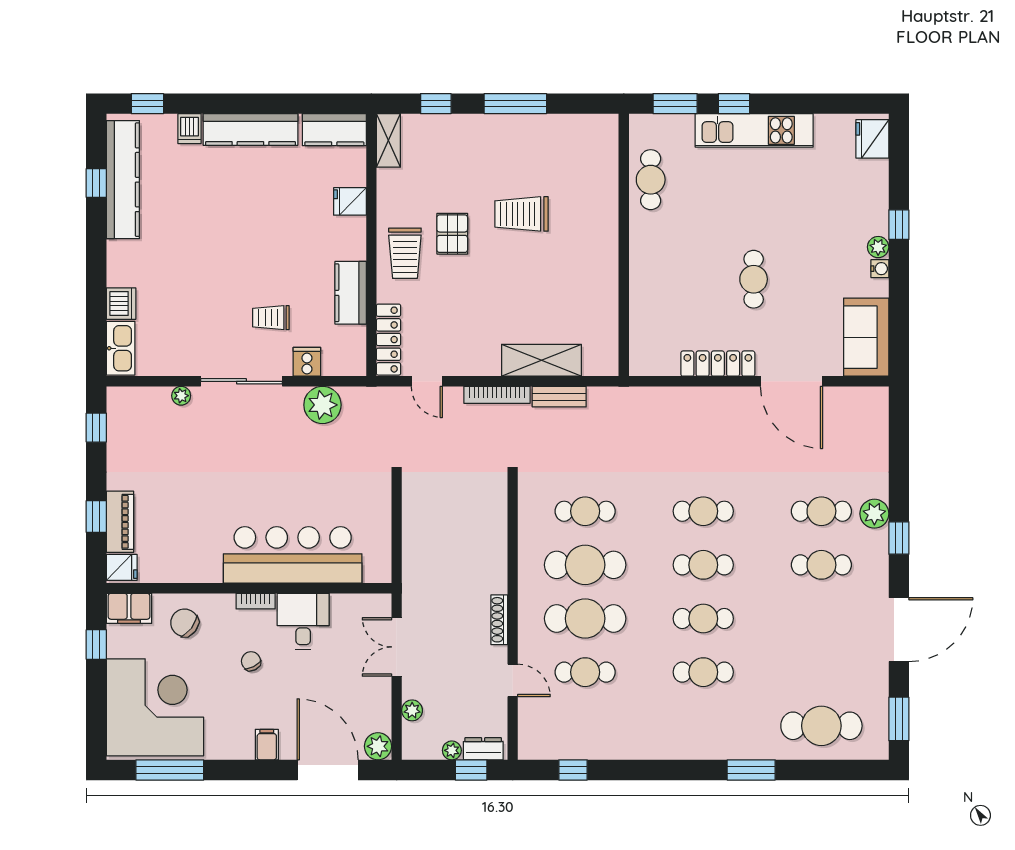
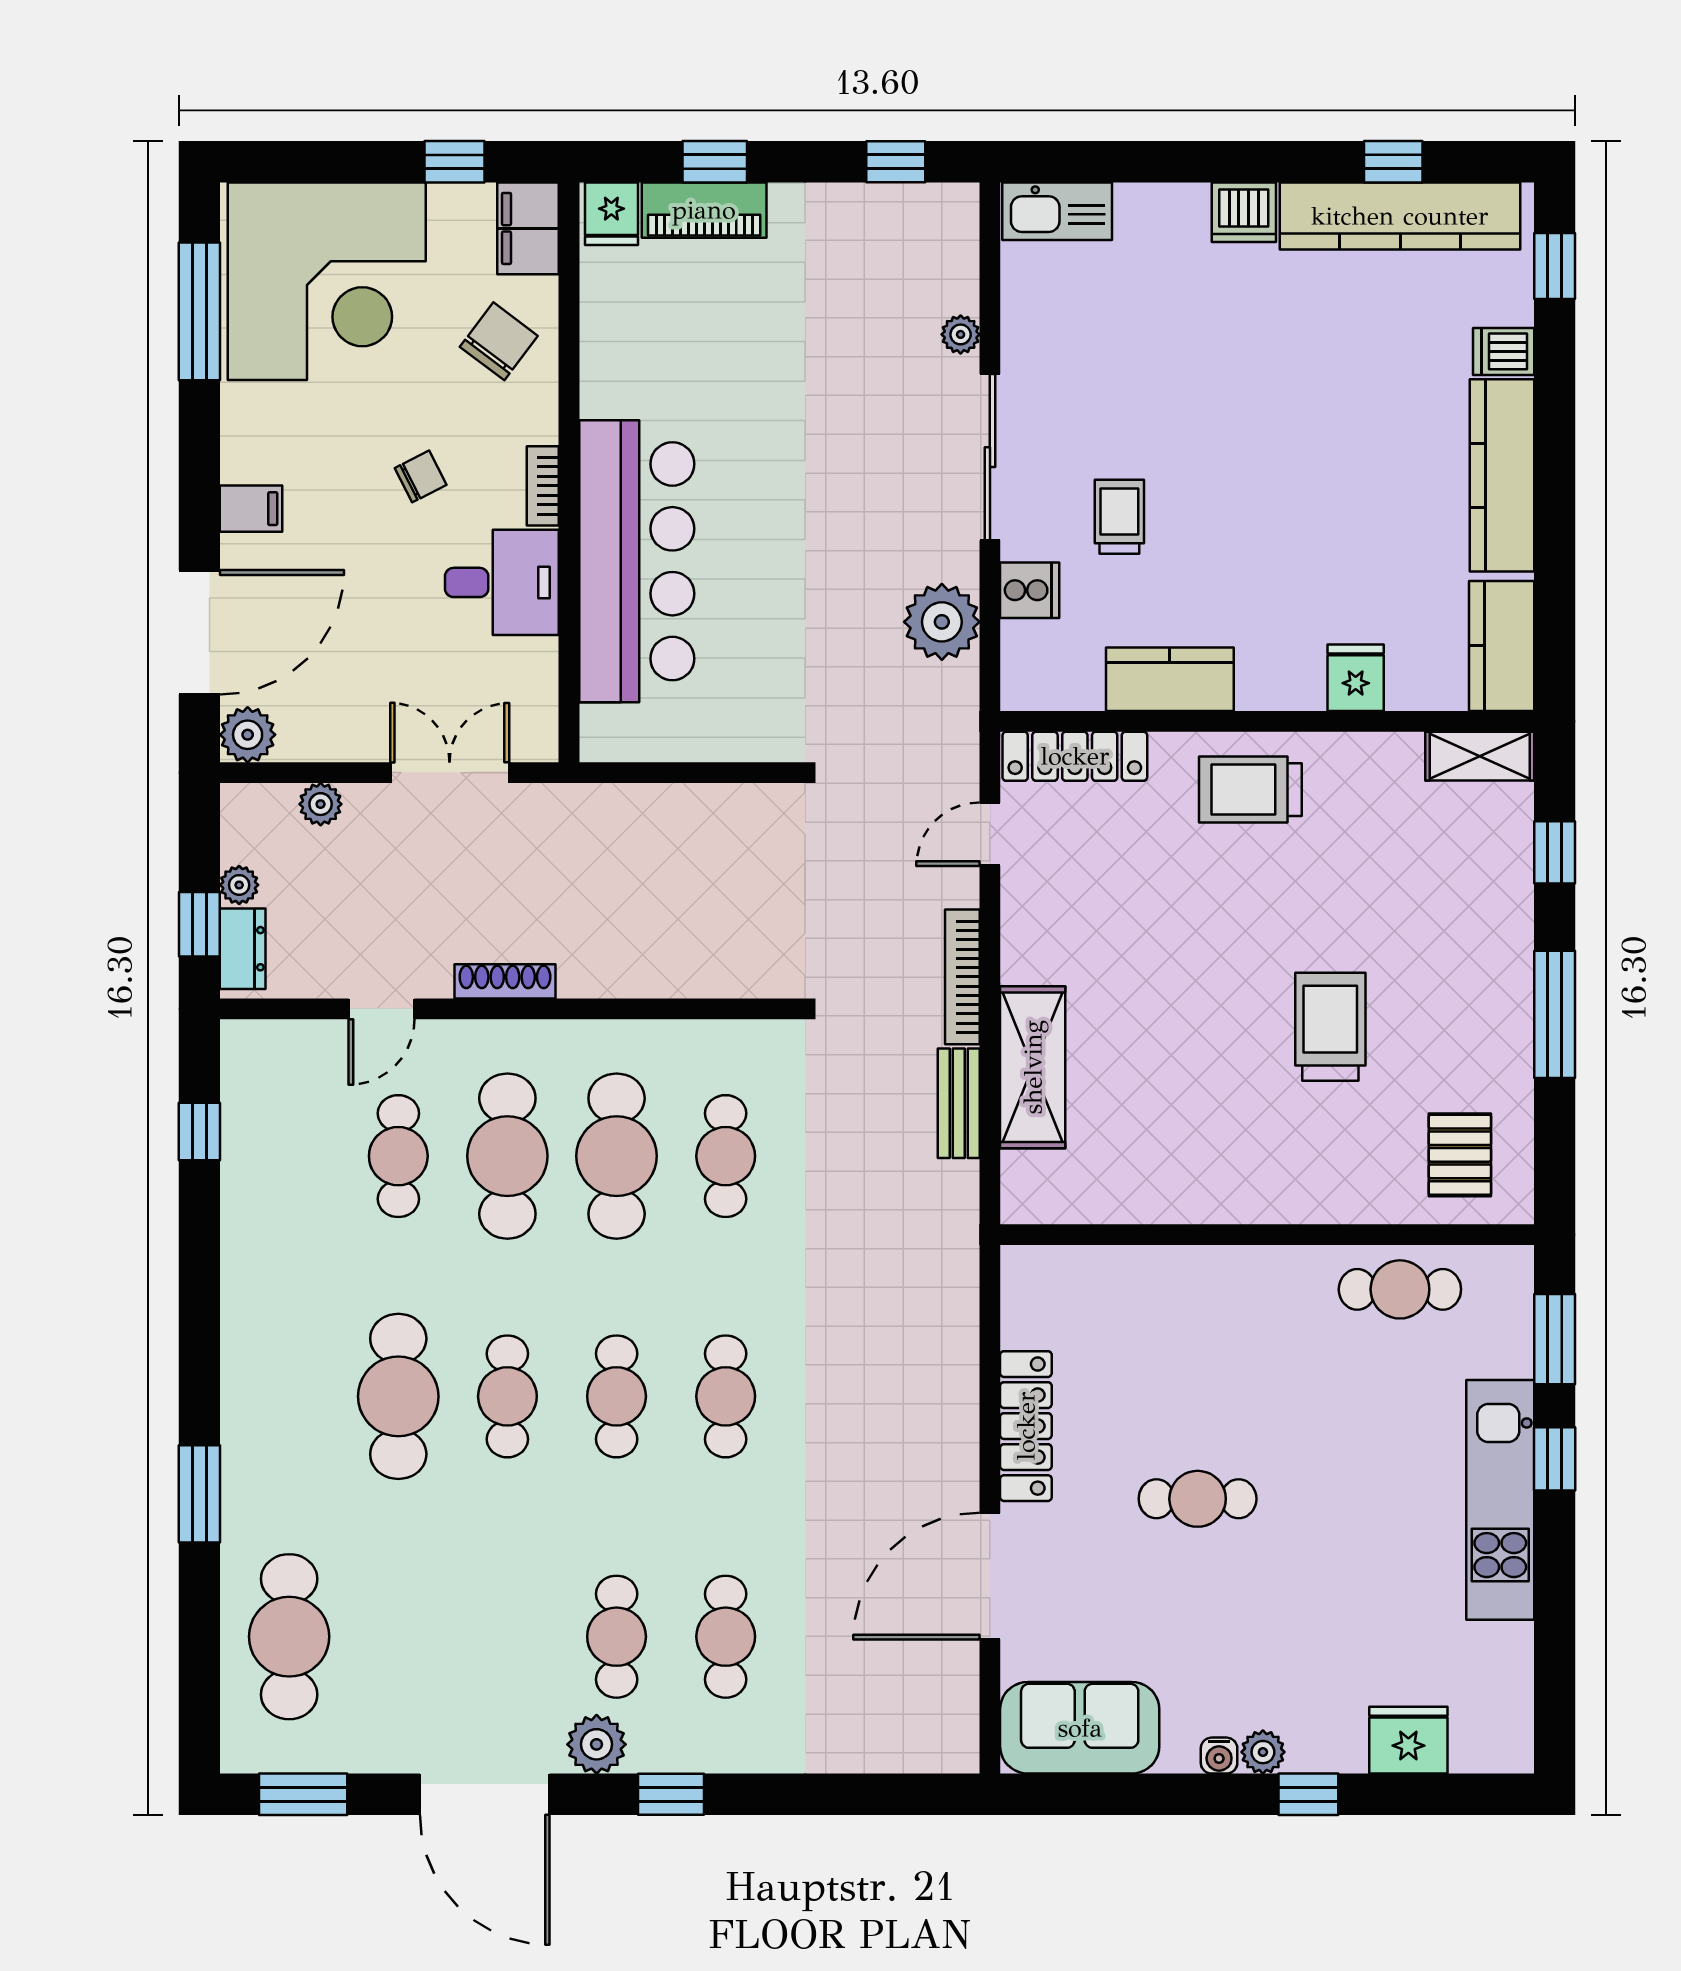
fridge: (872, 139) -> (1408, 1740), moved
pallet: (452, 234) -> (1460, 1155), moved, turned 90
dishwasher: (121, 304) -> (1244, 212), moved
plant: (874, 514) -> (597, 1744), moved
cafe table: (703, 672) -> (398, 1396), width x1.37, depth x1.35

